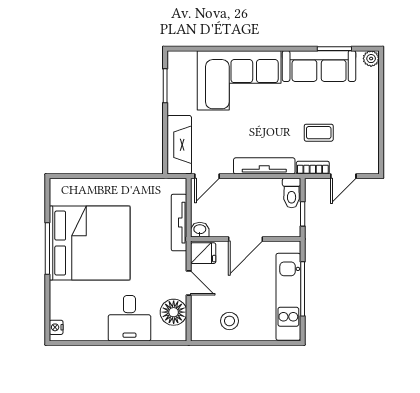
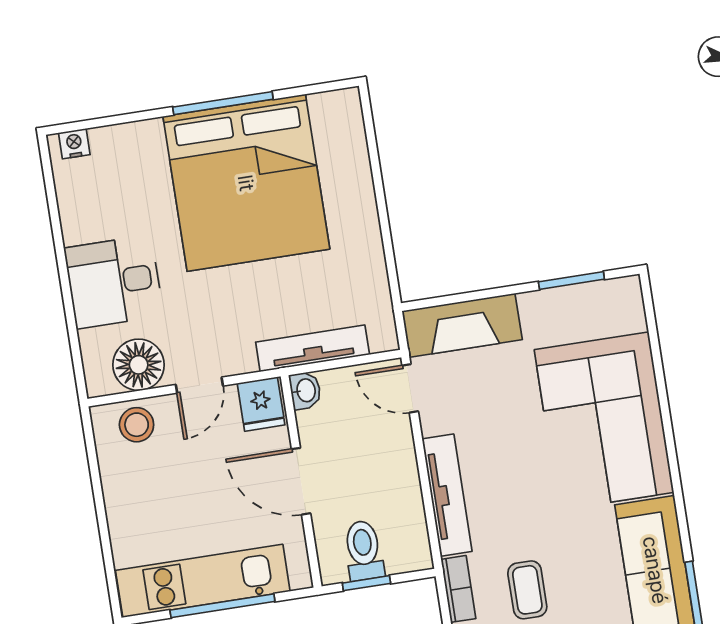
toilet: (292, 193) -> (364, 550), moved, turned 90
stool: (229, 321) -> (137, 425), moved

